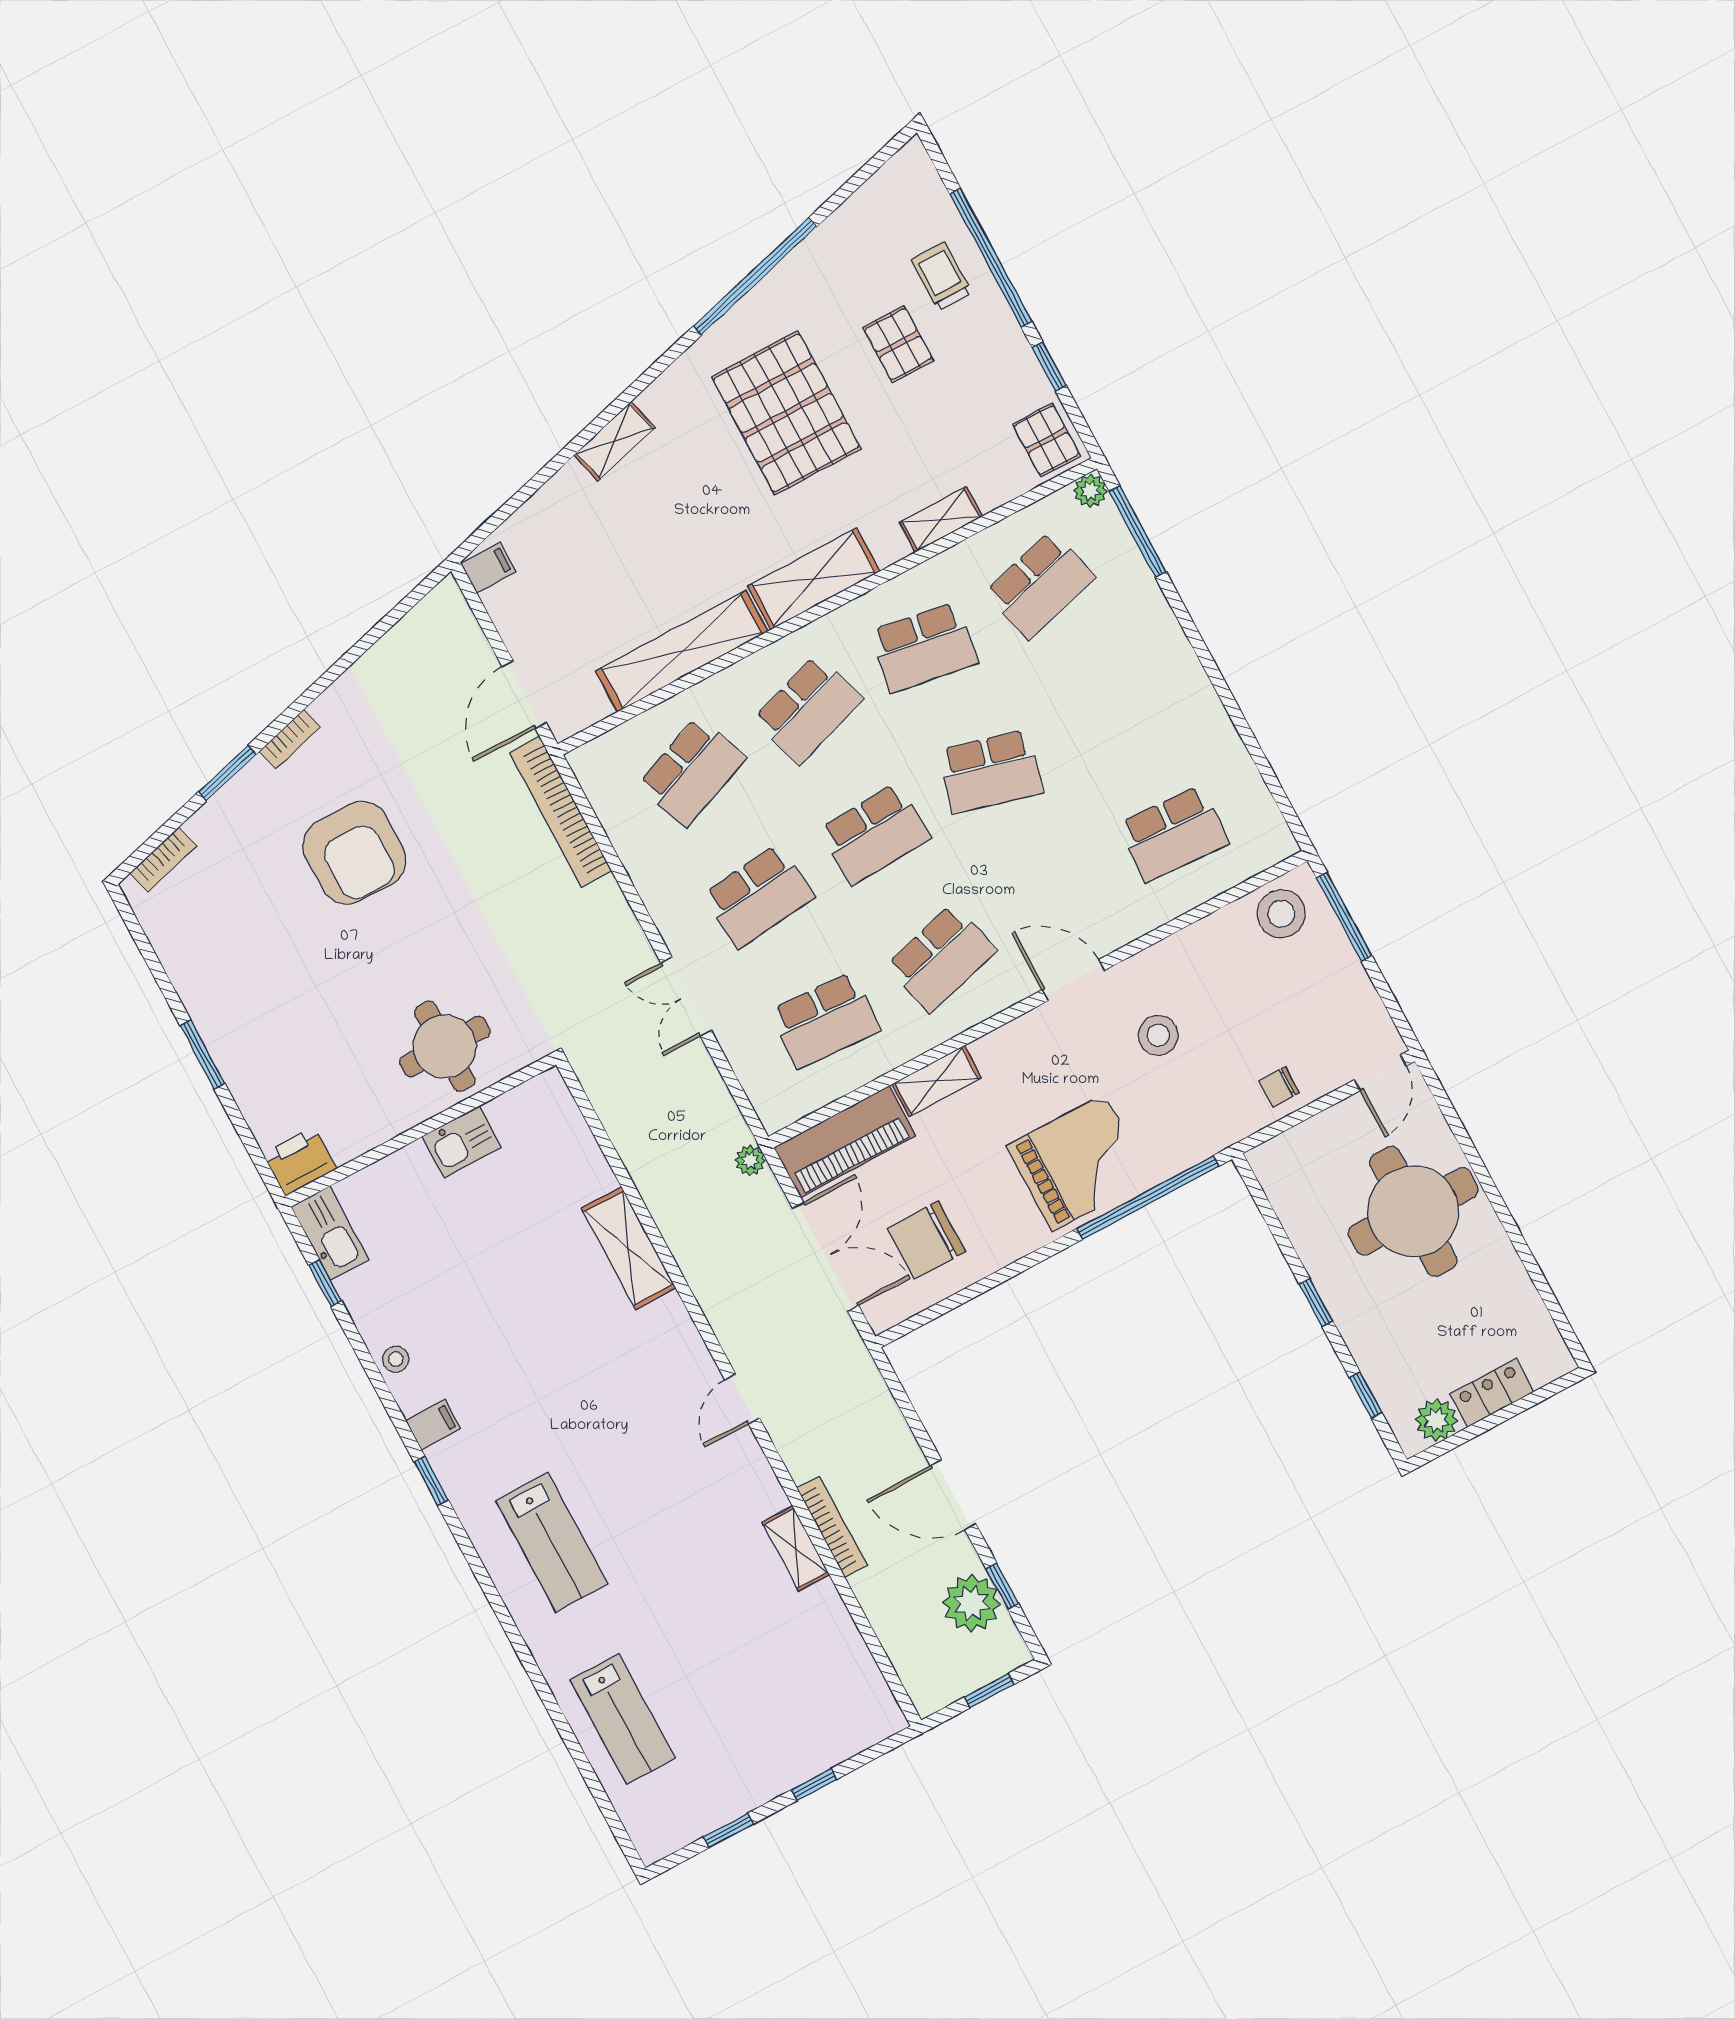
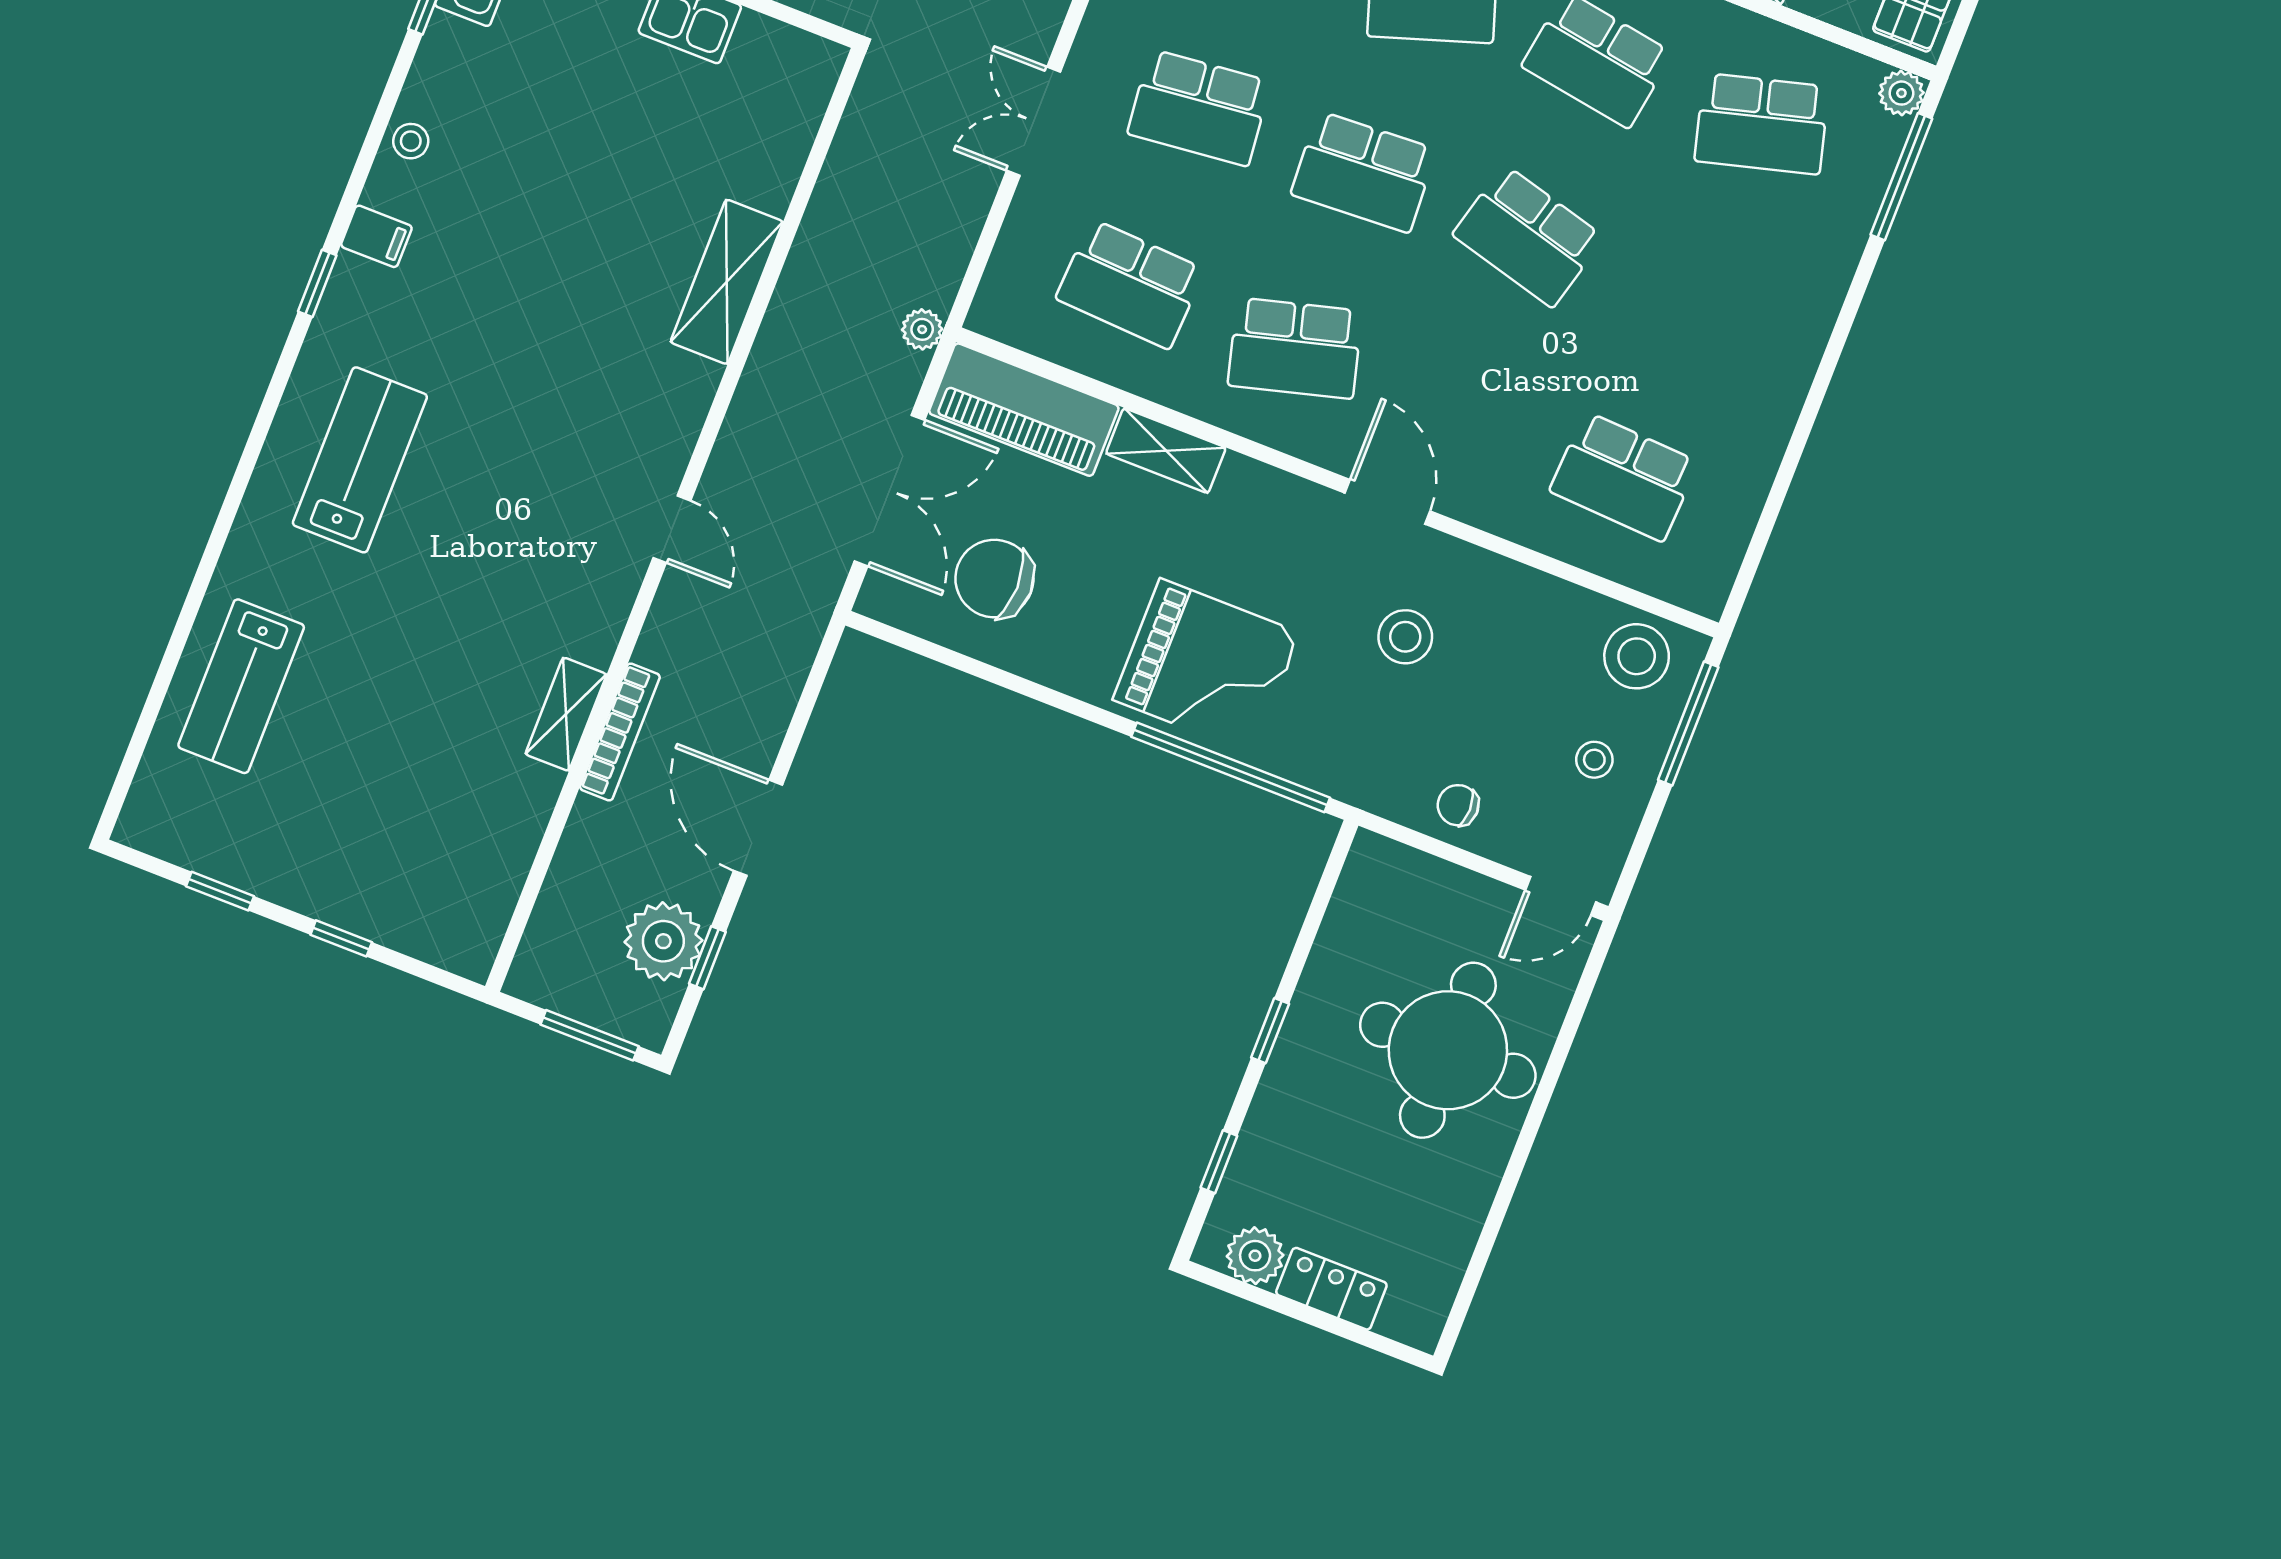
stool: (1319, 988) -> (1594, 760), added
door: (742, 1399) -> (672, 529), swing flipped
lab bench: (552, 1542) -> (360, 460), turned 180
window: (989, 1691) -> (590, 1035), width x1.50

